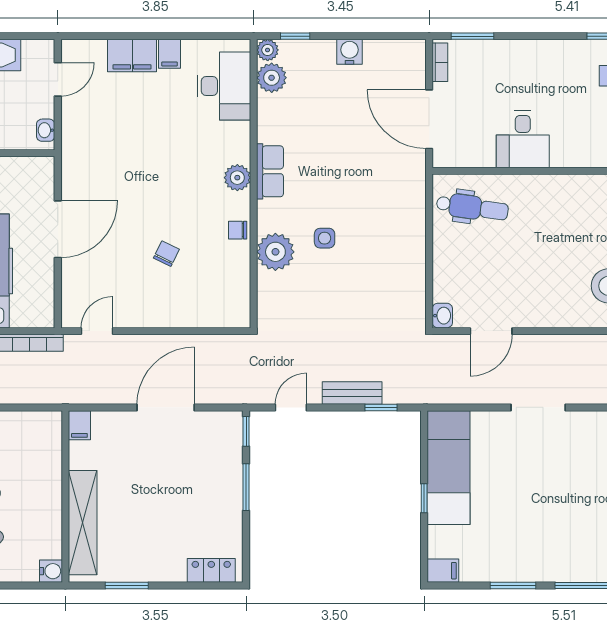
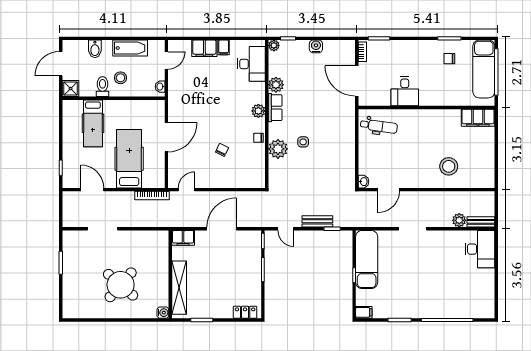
plant: (272, 78) -> (276, 85), moved
door: (291, 407) -> (286, 229), swing flipped
filing cabinet: (79, 425) -> (183, 238), width x2.00

